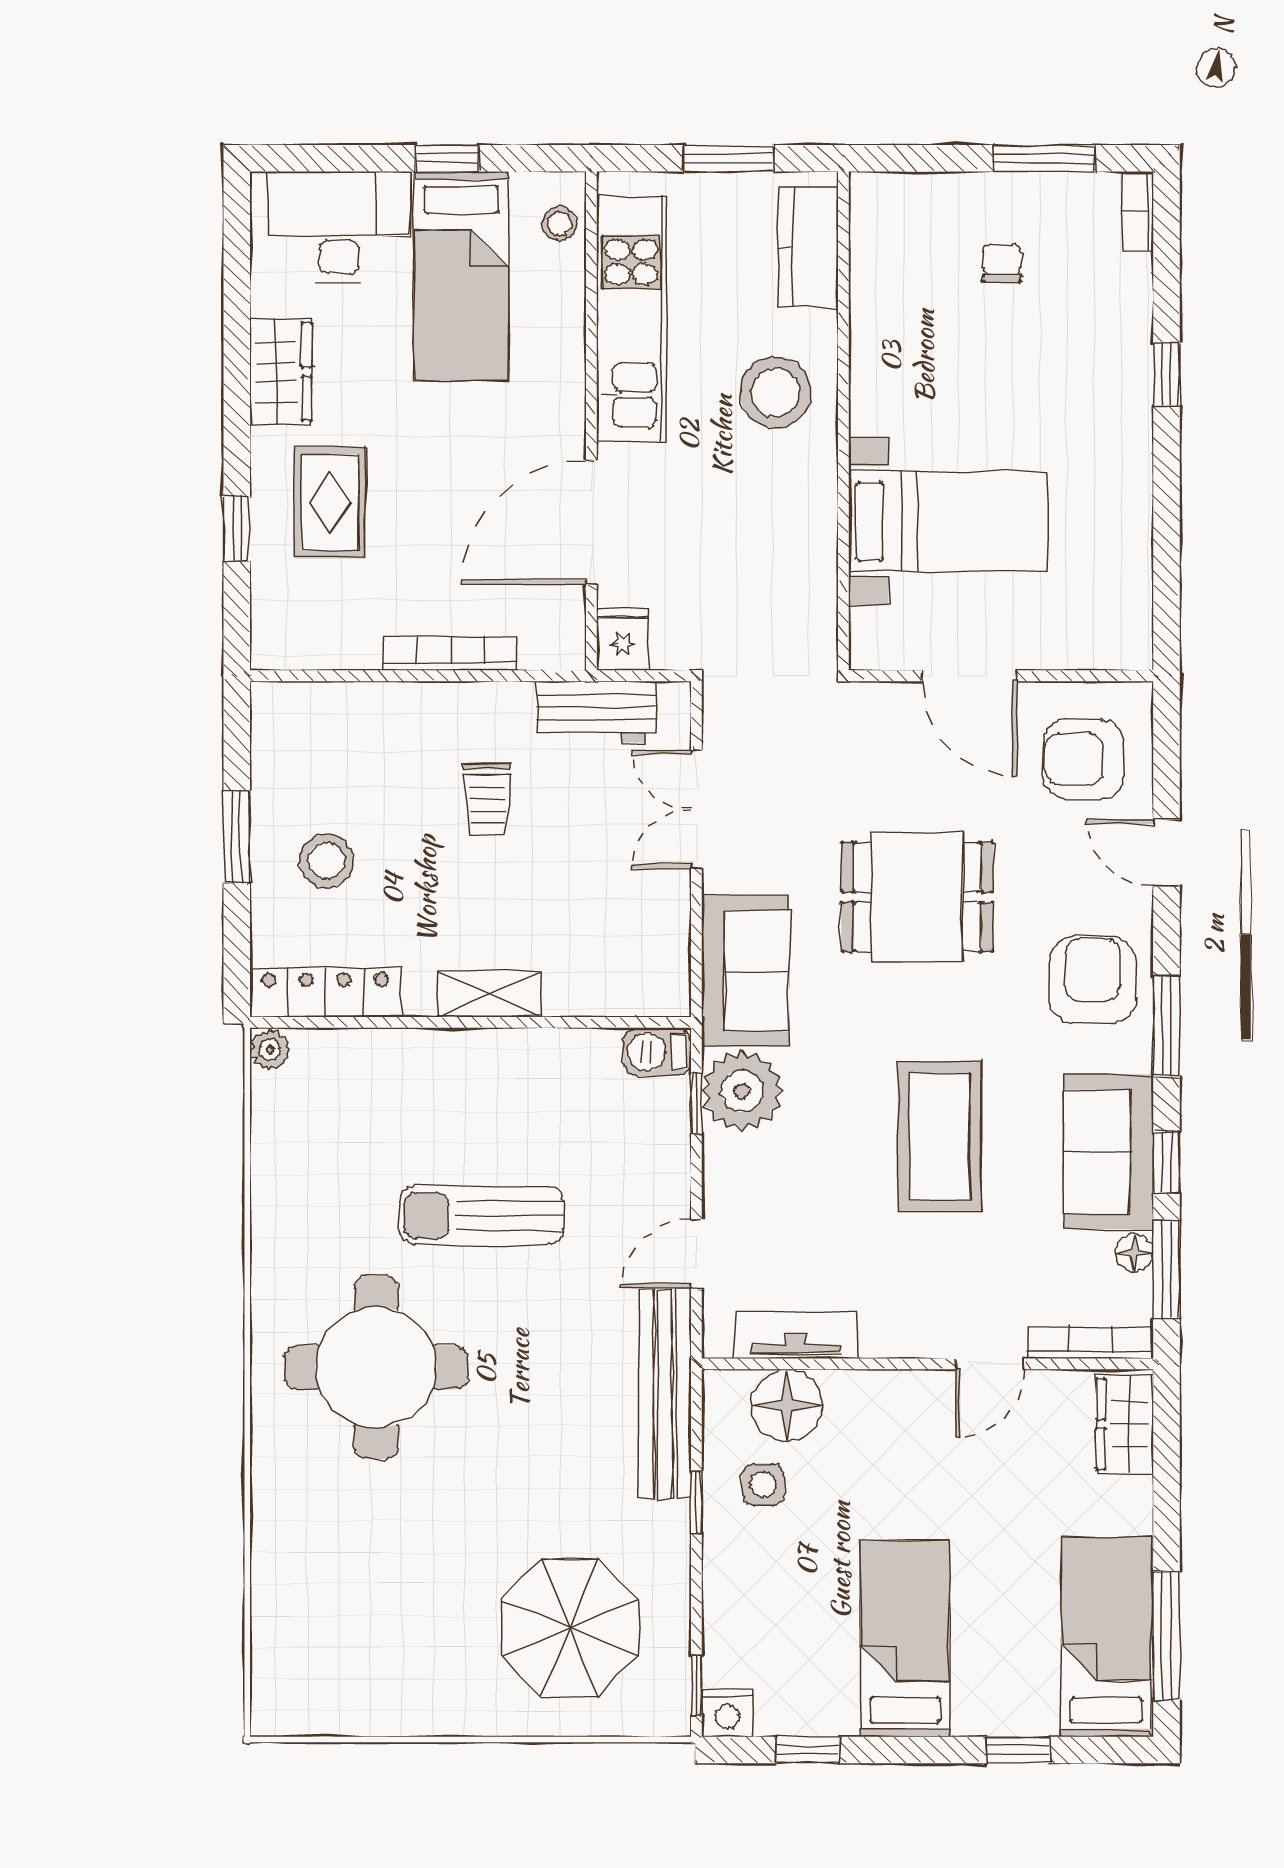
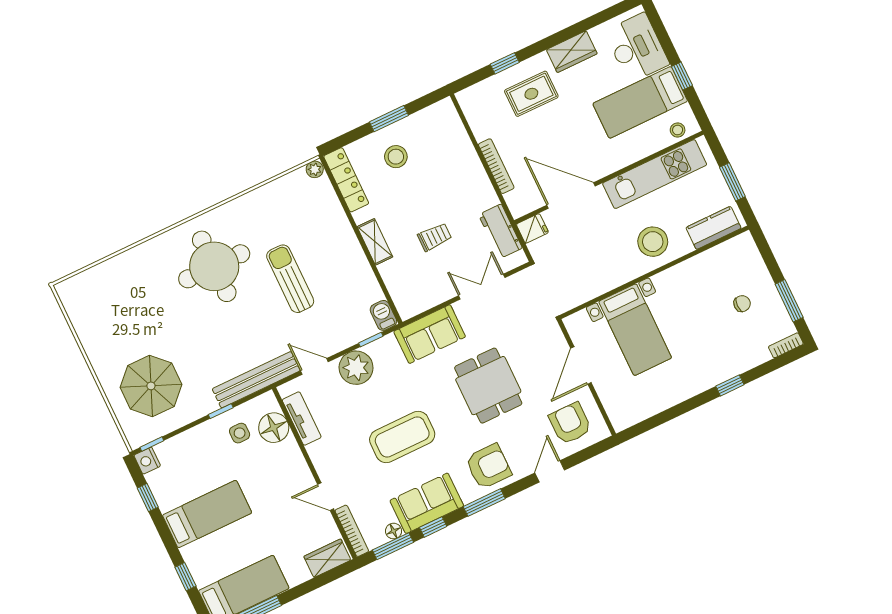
trolley: (487, 799) -> (435, 237), moved, turned 180
plant: (742, 1091) -> (356, 368), moved

